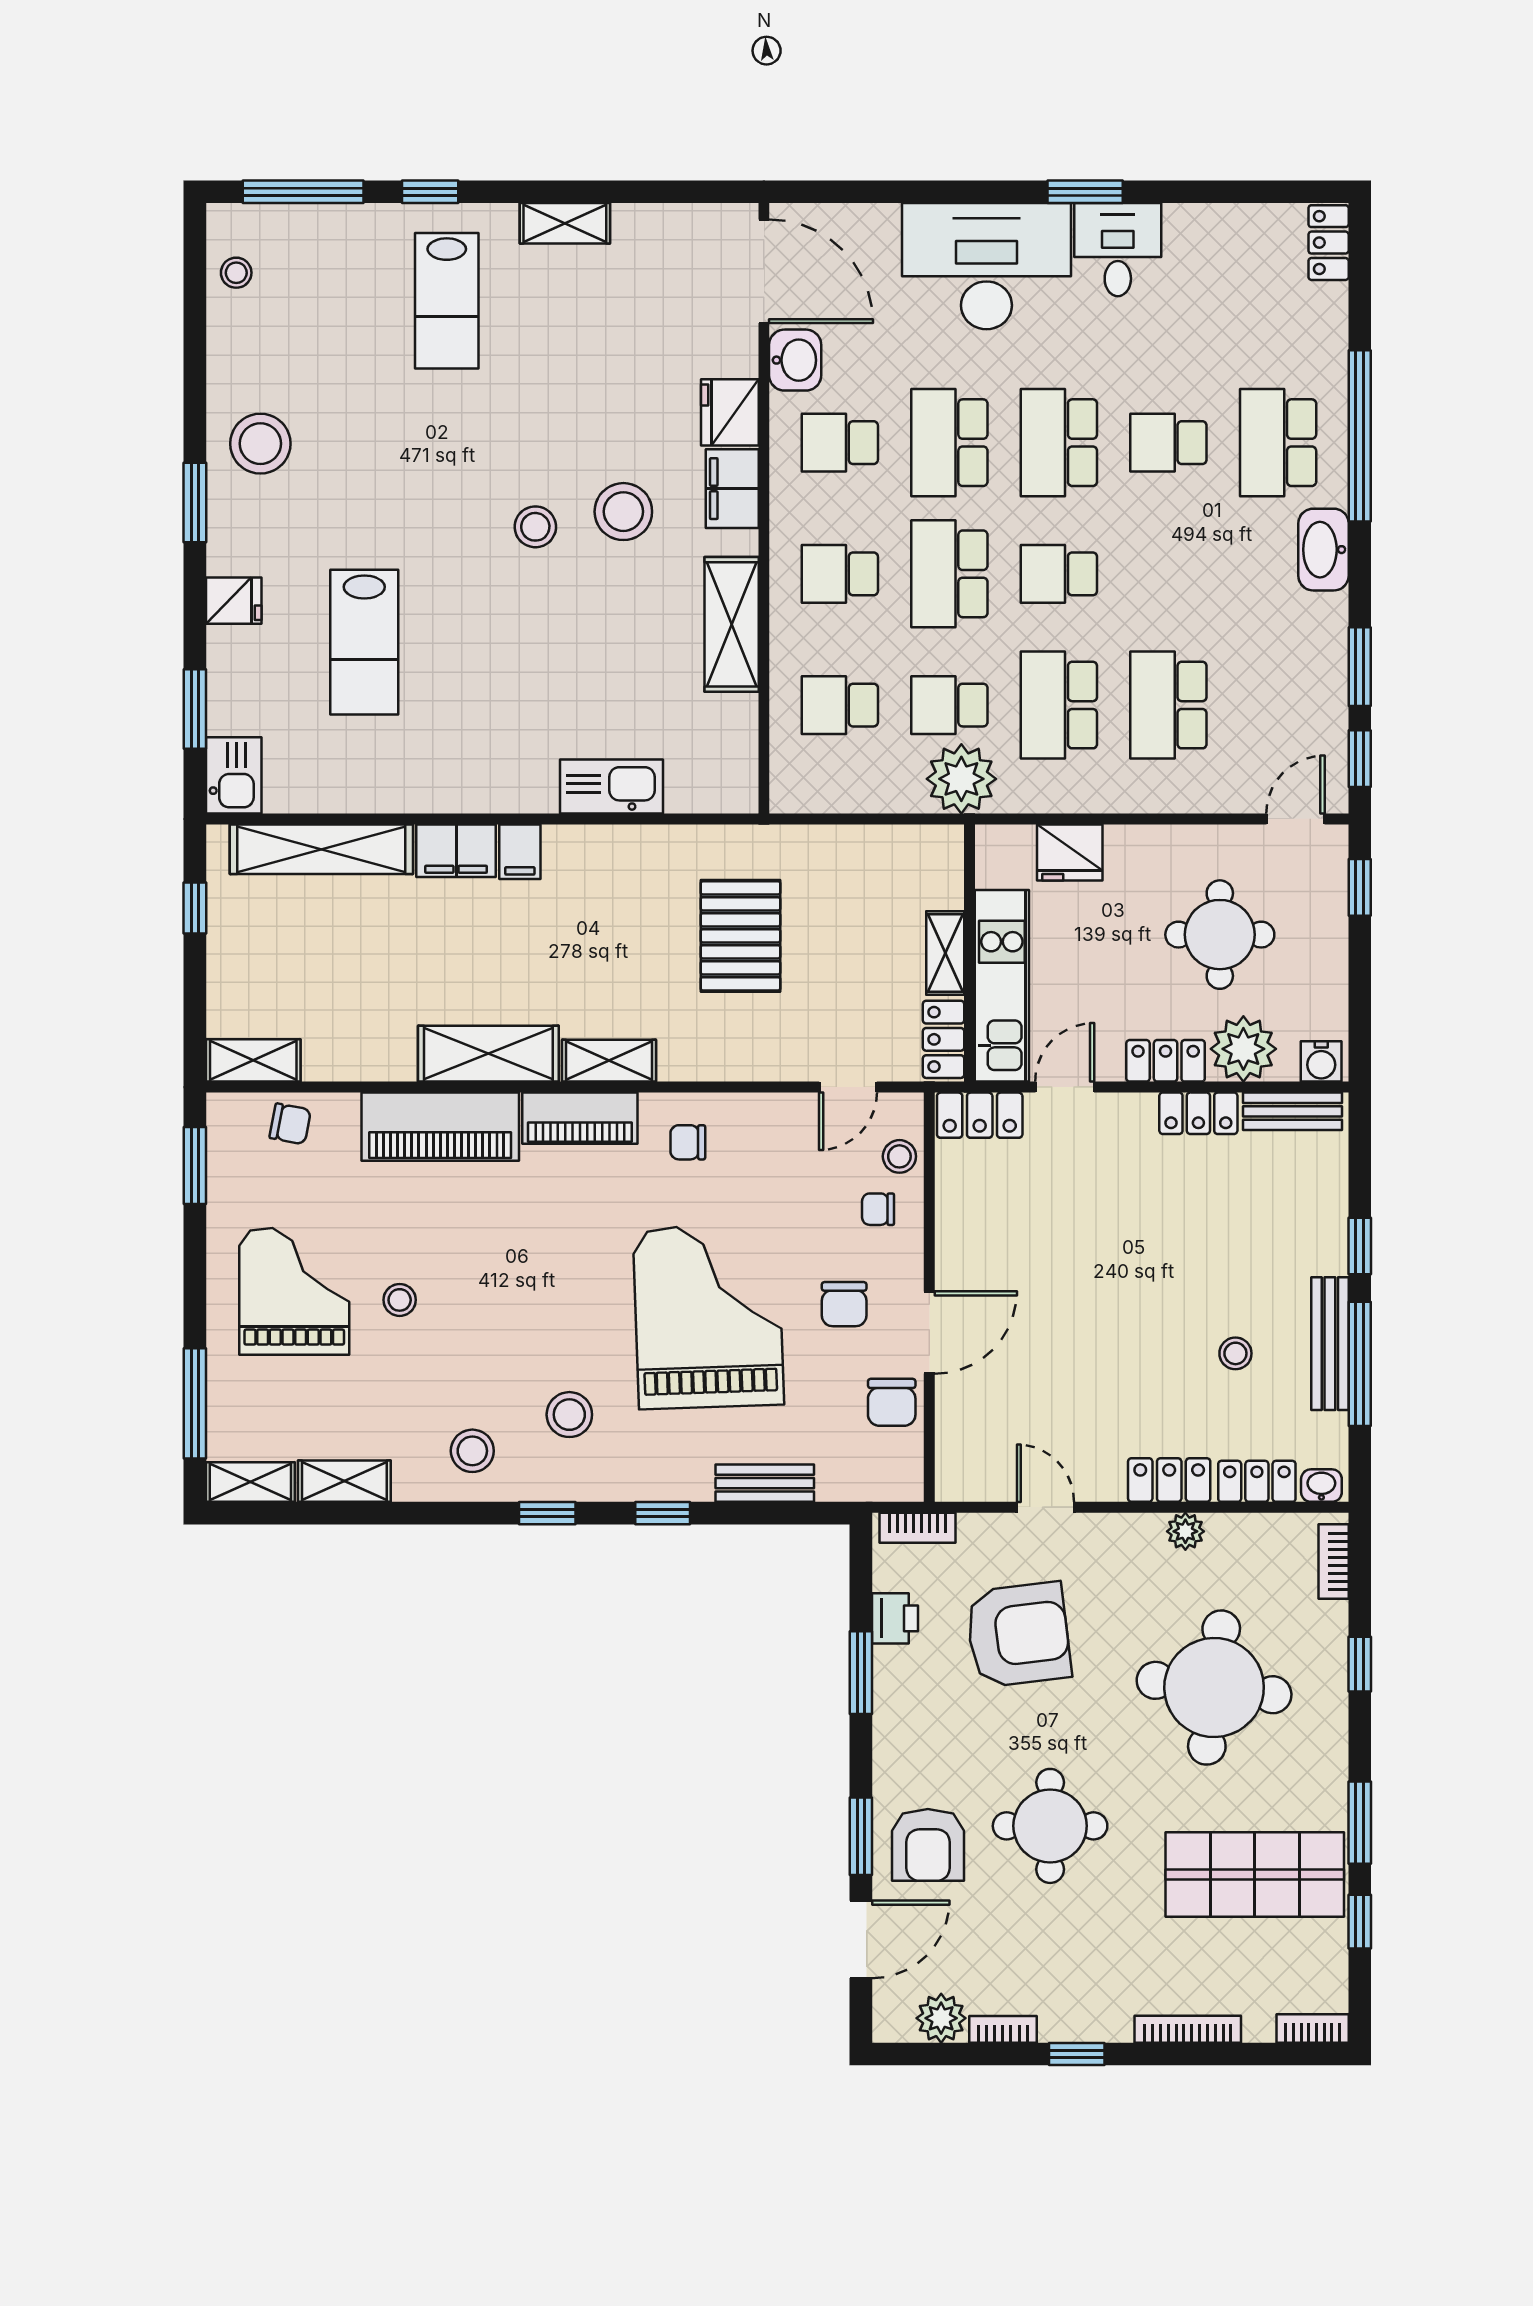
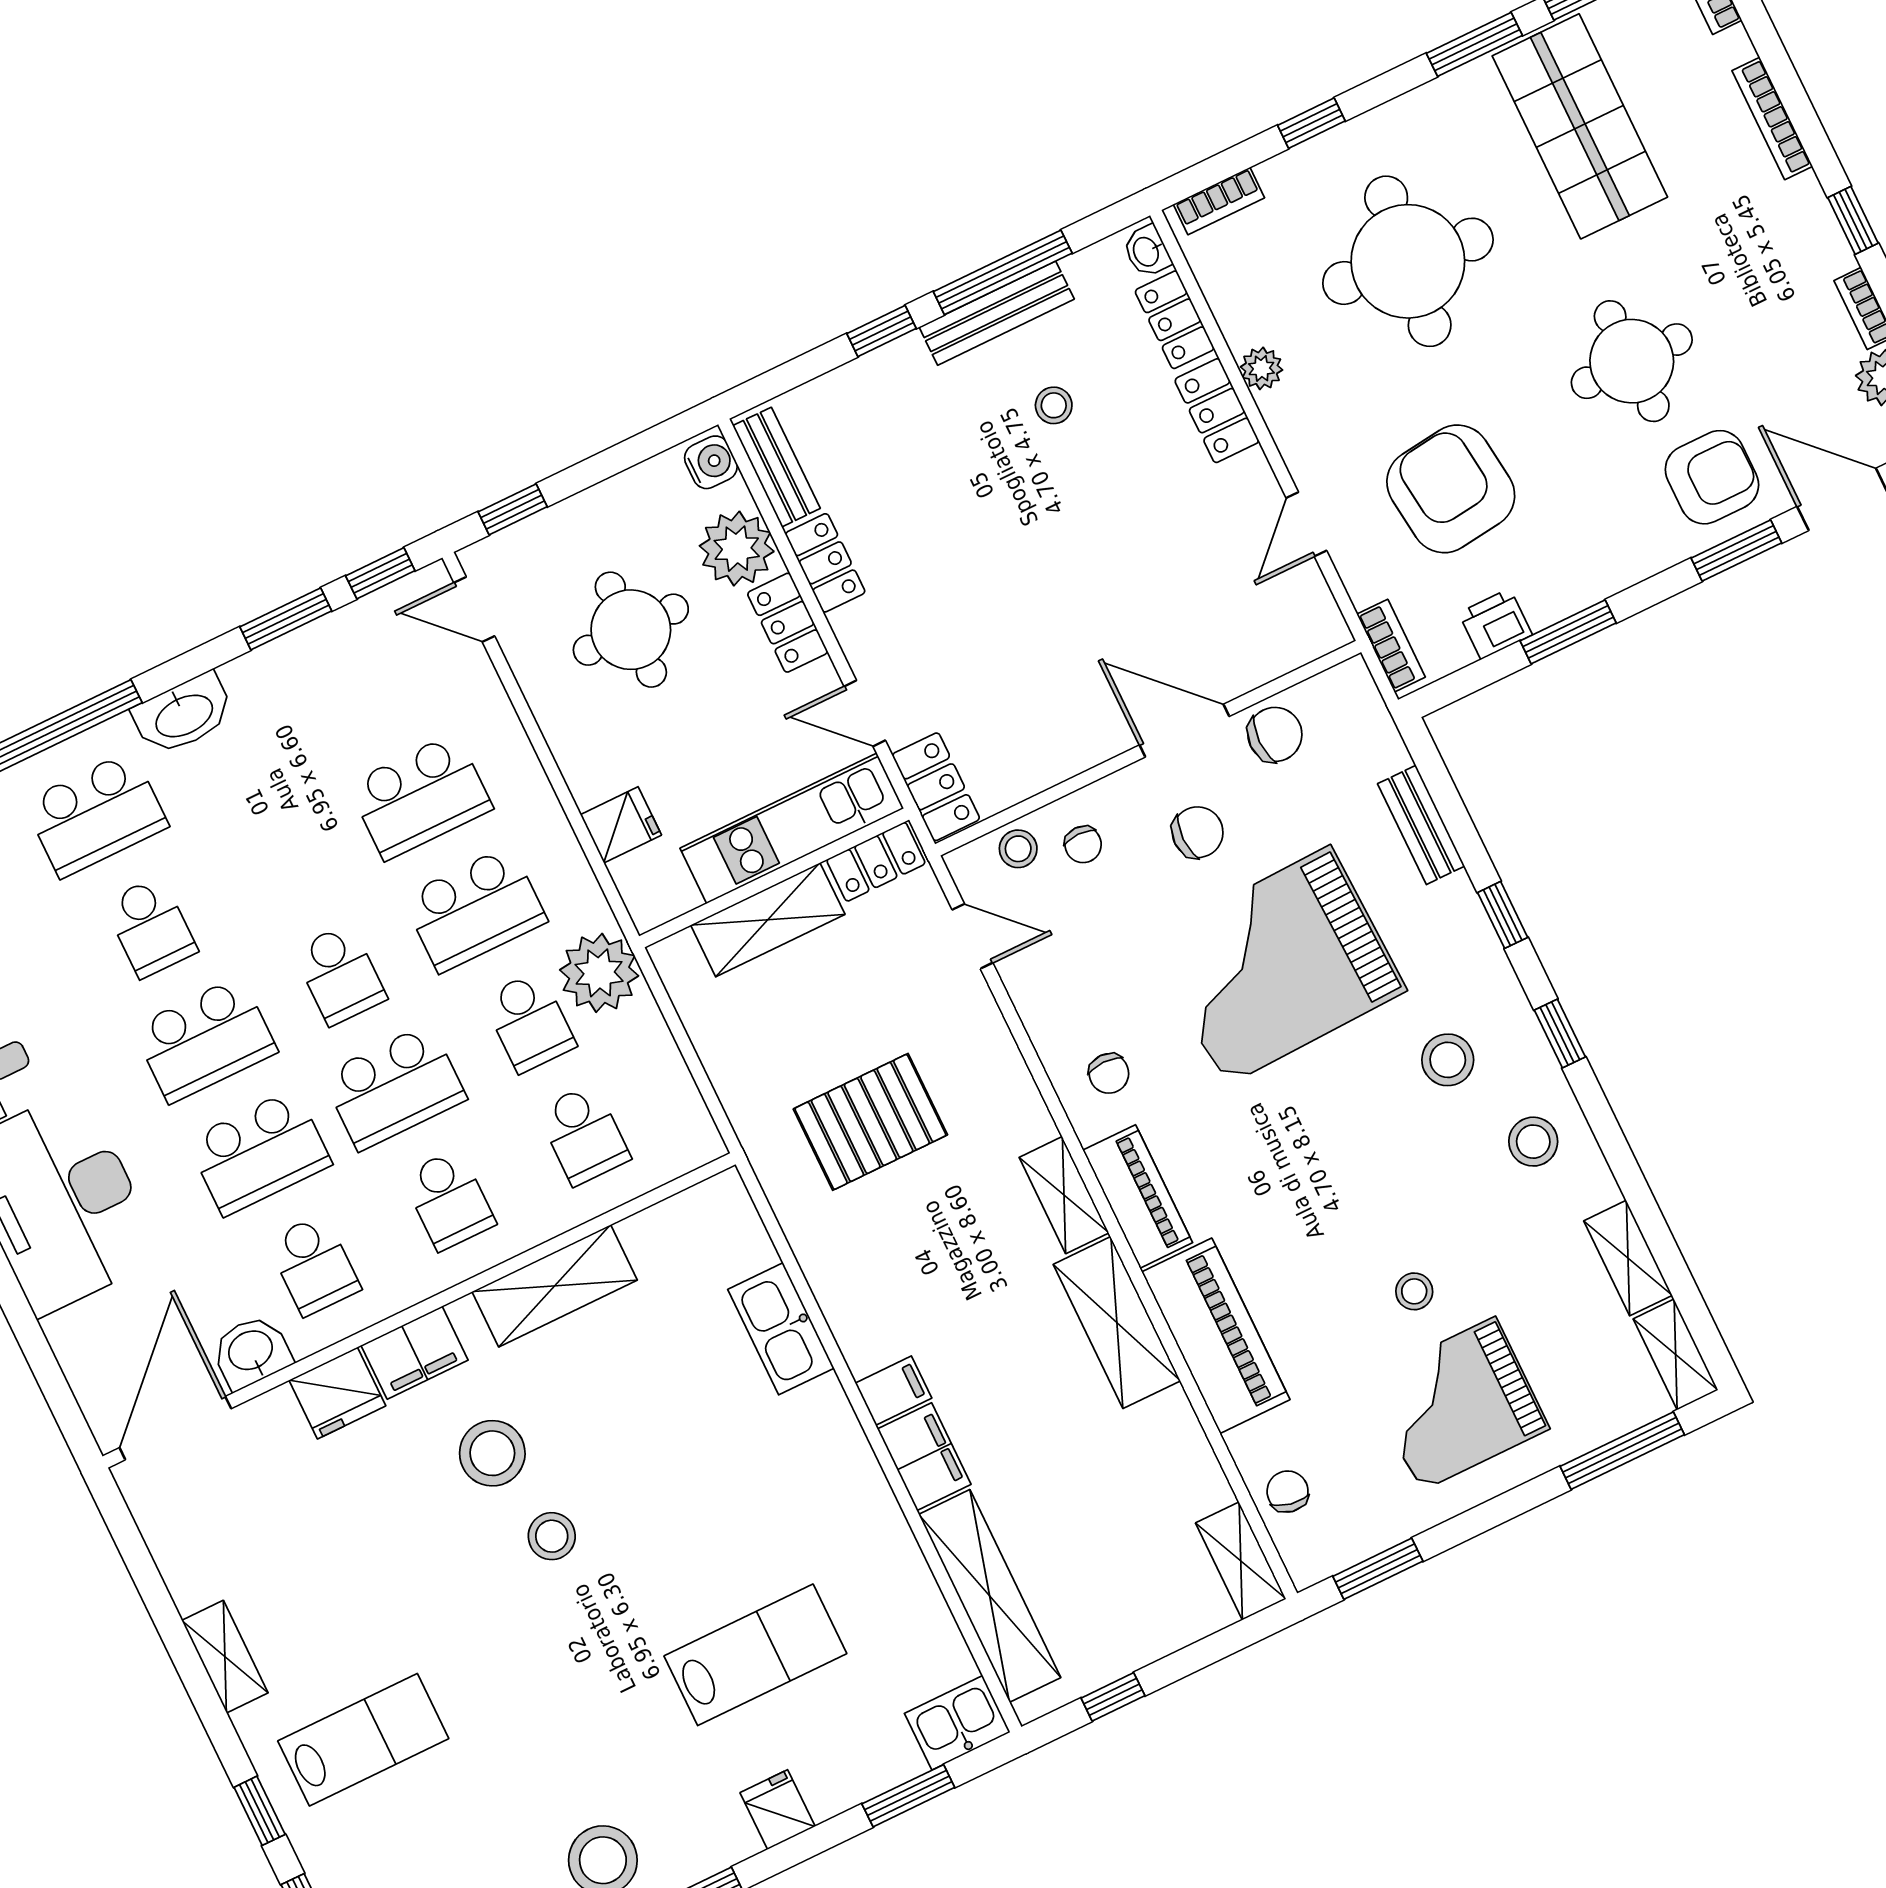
fridge: (1070, 852) -> (621, 825), width x0.72
shelving: (945, 953) -> (768, 920), width x1.50, depth x1.33

